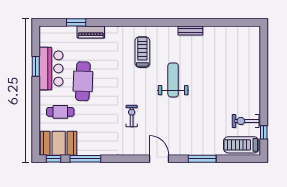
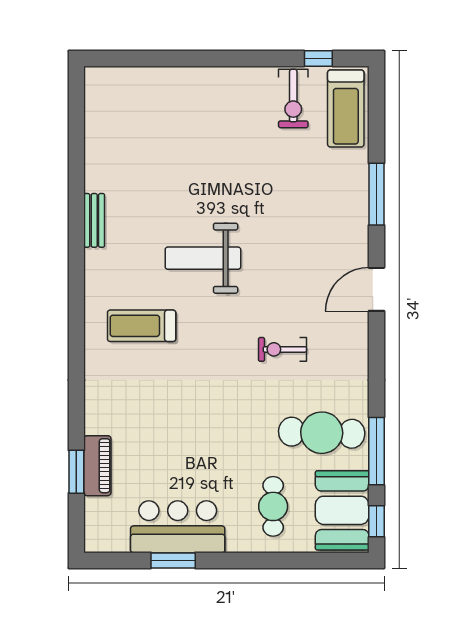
piano: (91, 32) -> (97, 466), moved
cafe table: (83, 81) -> (322, 433), moved

